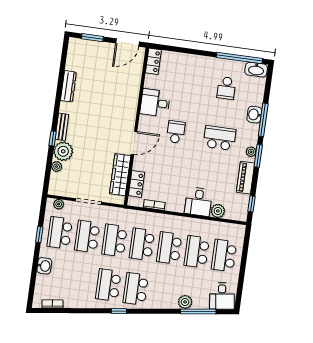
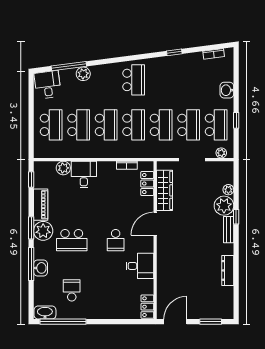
plant: (251, 152) -> (43, 231), width x1.87, depth x1.87
school desk: (108, 285) -> (161, 80), removed
window: (119, 311) -> (174, 52), moved

